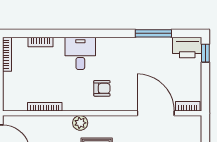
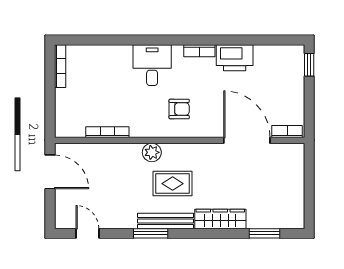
window: (153, 33) -> (244, 40), removed
bookcase: (41, 42) -> (199, 51), moved
printer: (187, 47) -> (235, 58), moved

